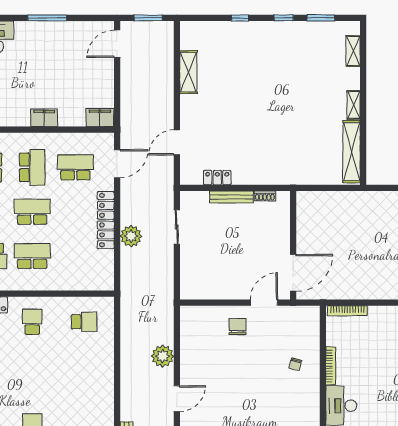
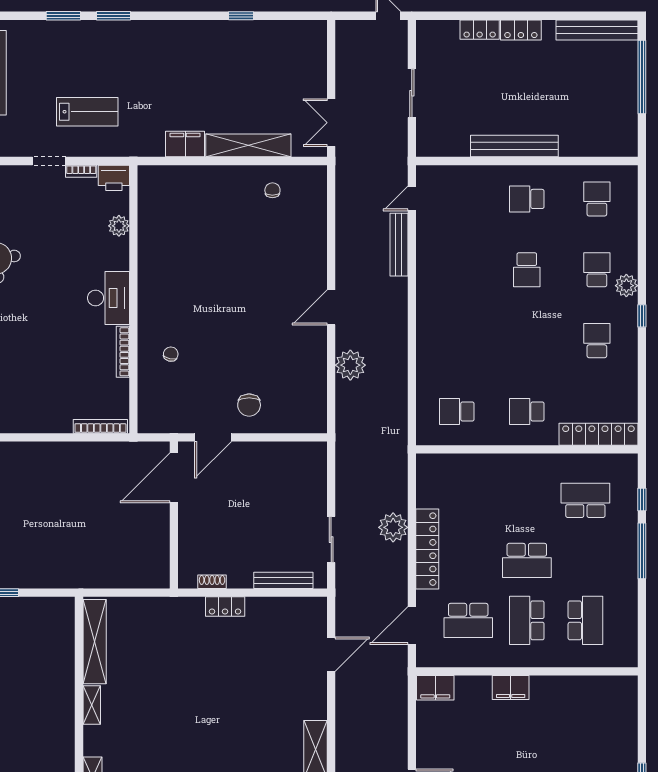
locker: (217, 178) -> (225, 607), moved
bench: (231, 197) -> (283, 580), moved
school desk: (32, 256) -> (527, 500), removed
school desk: (32, 322) -> (527, 411), turned 90

